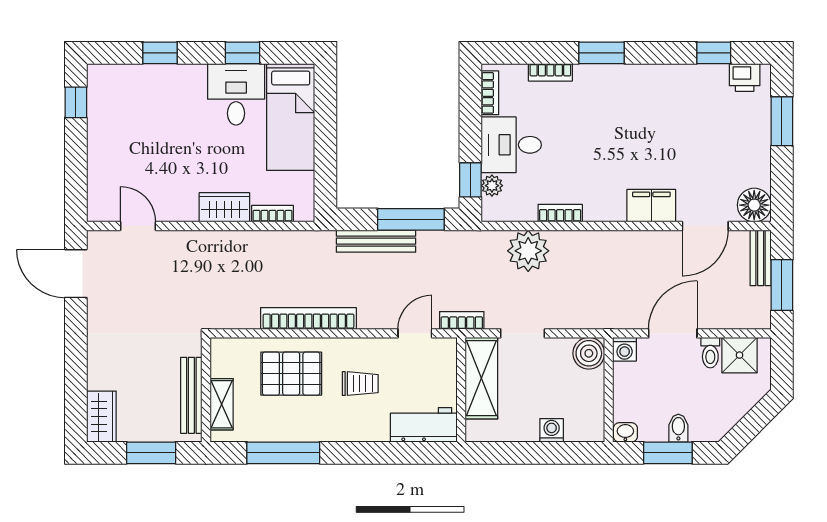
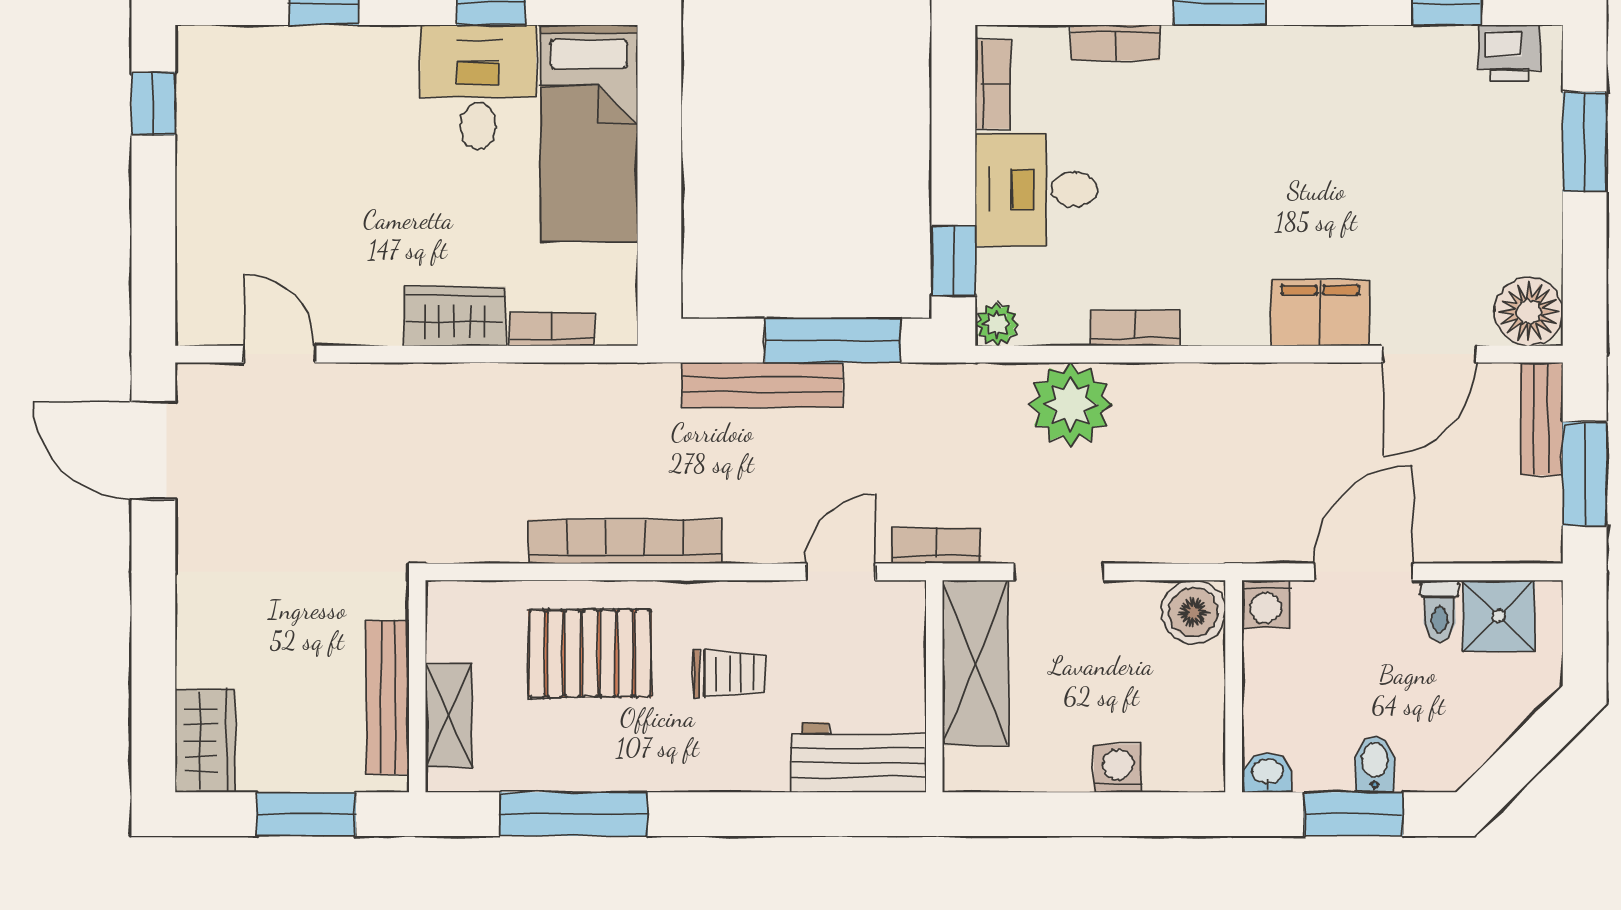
plant: (492, 186) -> (997, 324), moved

